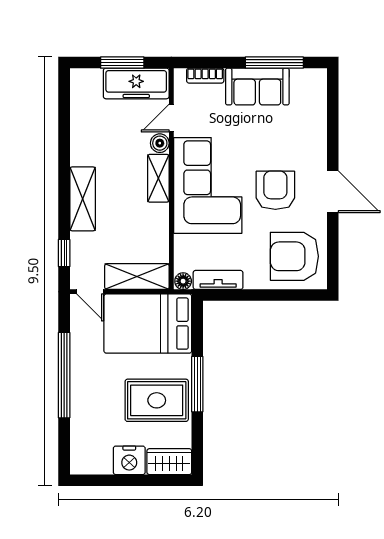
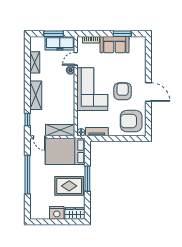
window: (274, 63) -> (122, 34), width x0.69
shelving: (158, 178) -> (35, 62), moved

